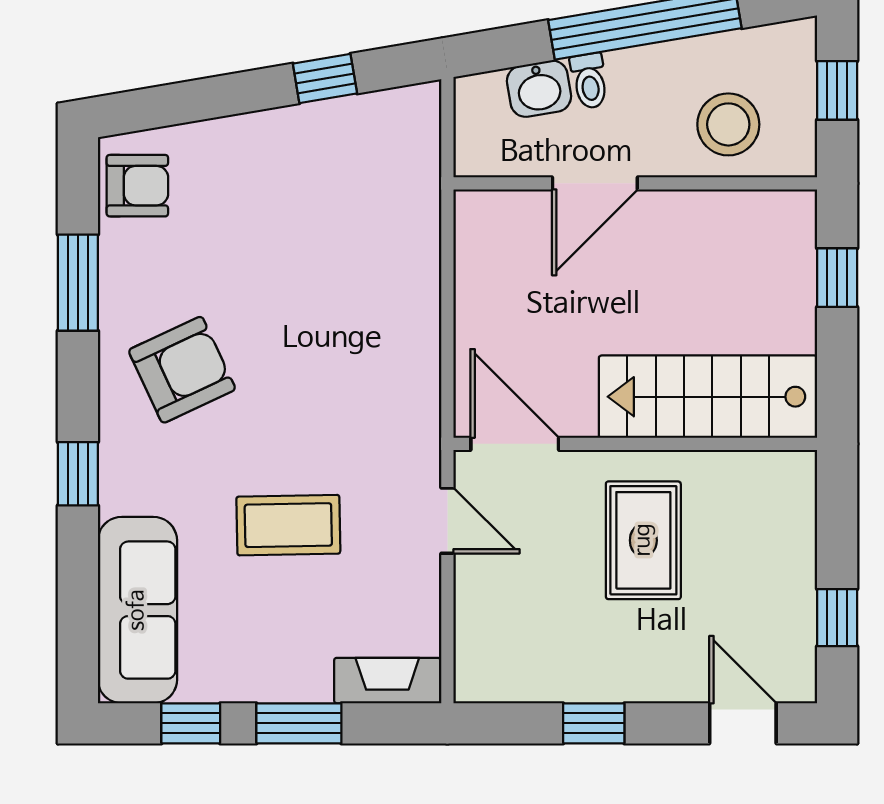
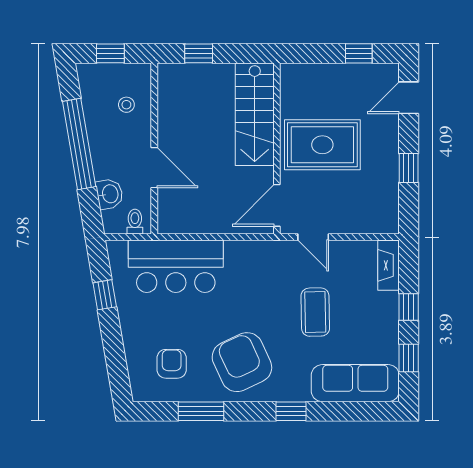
toilet: (589, 81) -> (135, 222), moved, turned -80
stool: (728, 124) -> (126, 105), width x0.53, depth x0.53
armchair: (137, 186) -> (172, 364), moved
bar counter: (386, 229) -> (176, 266), added
armchair: (182, 370) -> (242, 362), width x1.36, depth x1.36
door: (447, 521) -> (313, 237), swing flipped
rug: (643, 540) -> (322, 145), width x1.36, depth x1.43
window: (299, 723) -> (409, 307), width x0.67

